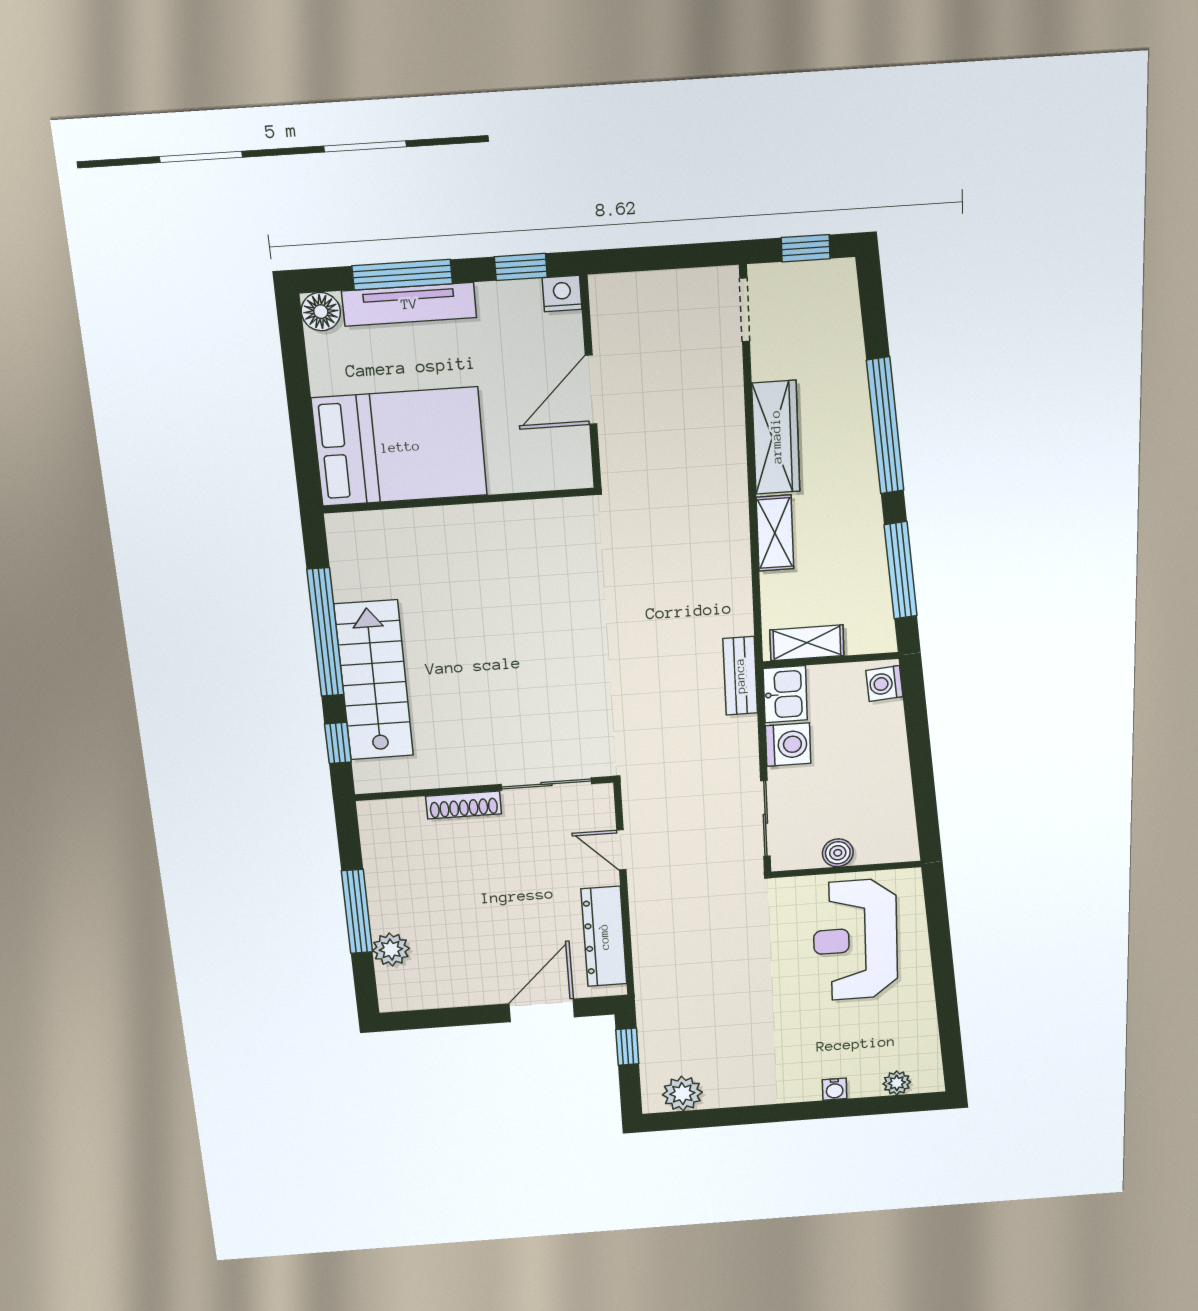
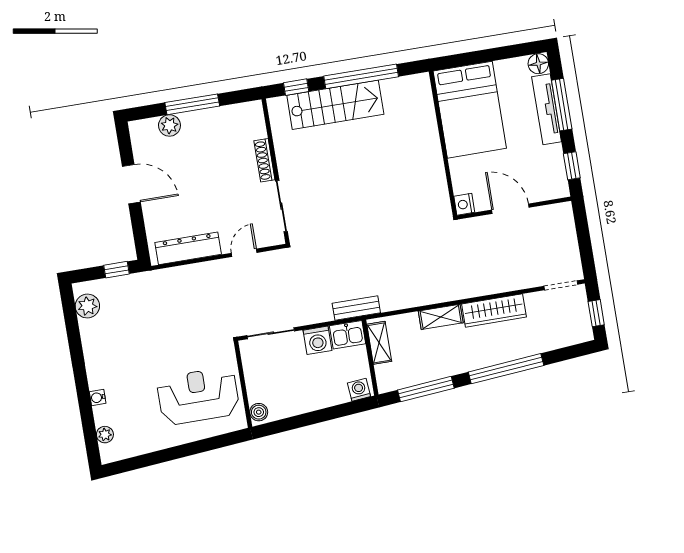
nightstand: (562, 294) -> (464, 204), moved, turned 180
boiler: (838, 853) -> (259, 412), moved
door: (542, 1010) -> (131, 184), moved

